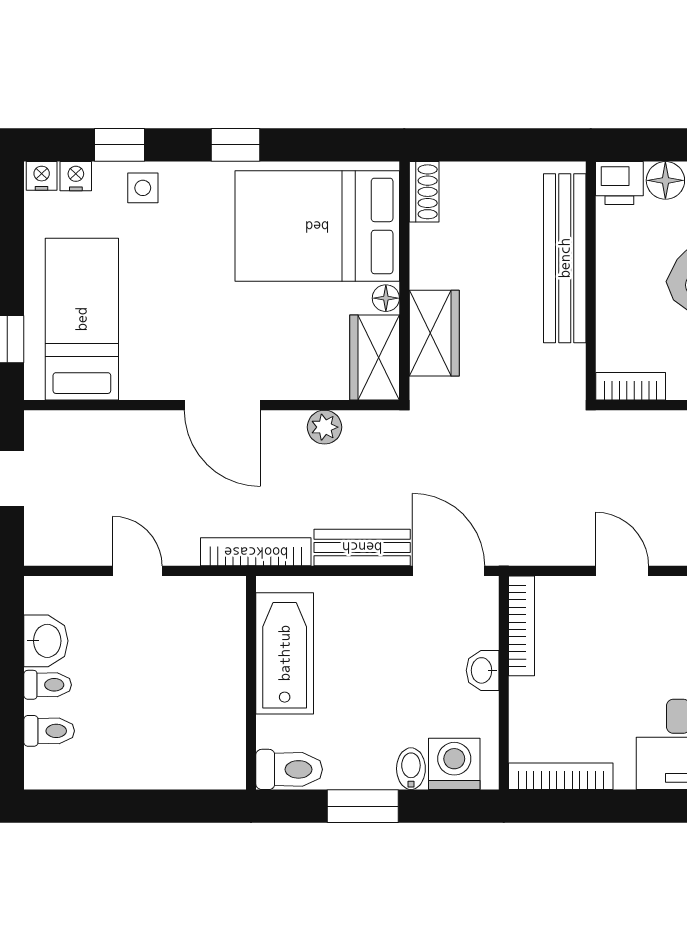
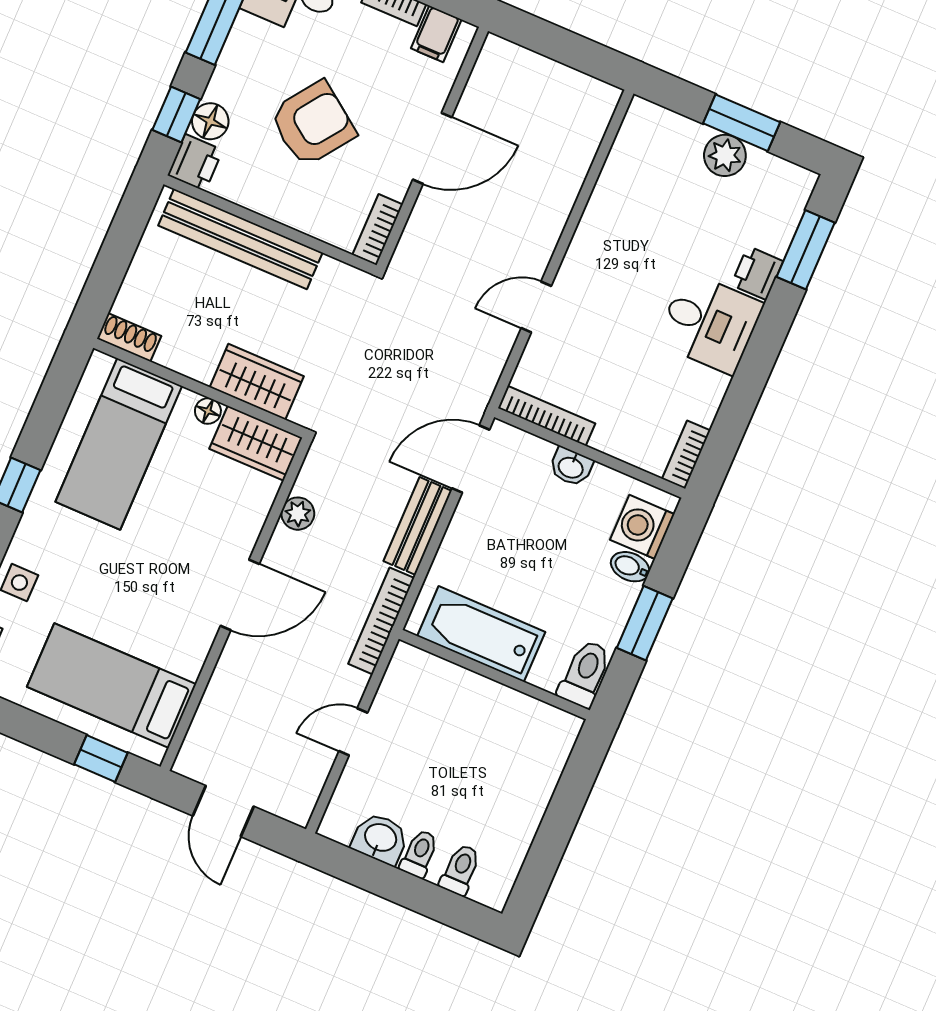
window: (658, 145) -> (176, 114), added
bed: (317, 226) -> (119, 444), width x0.67
bookcase: (561, 776) -> (686, 455), width x0.64

